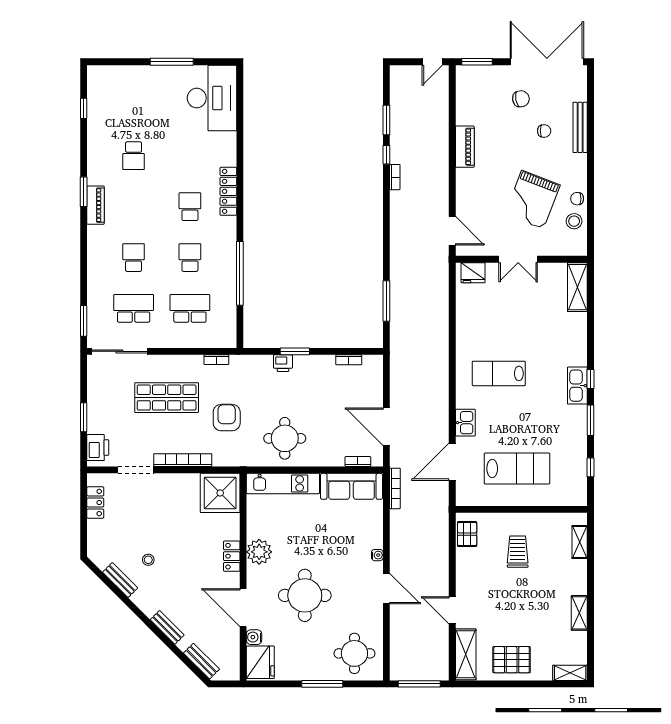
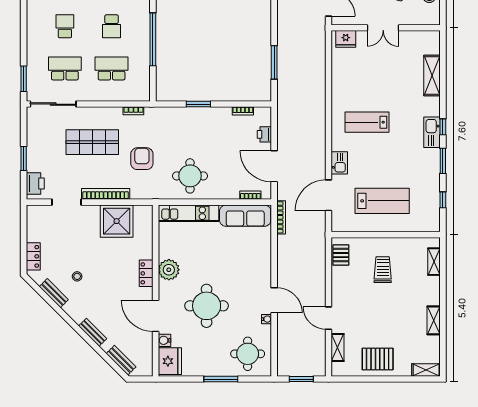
school desk: (190, 258) -> (112, 26), turned 180
shelving: (577, 287) -> (432, 76), moved
printer: (283, 363) -> (264, 134), moved, turned 90
shower: (220, 493) -> (117, 221), moved
locker: (95, 503) -> (33, 256), moved
water cooler: (377, 555) -> (267, 319), moved
shelving: (466, 654) -> (338, 347), width x0.67, depth x0.75
window: (419, 684) -> (301, 379), width x0.69

